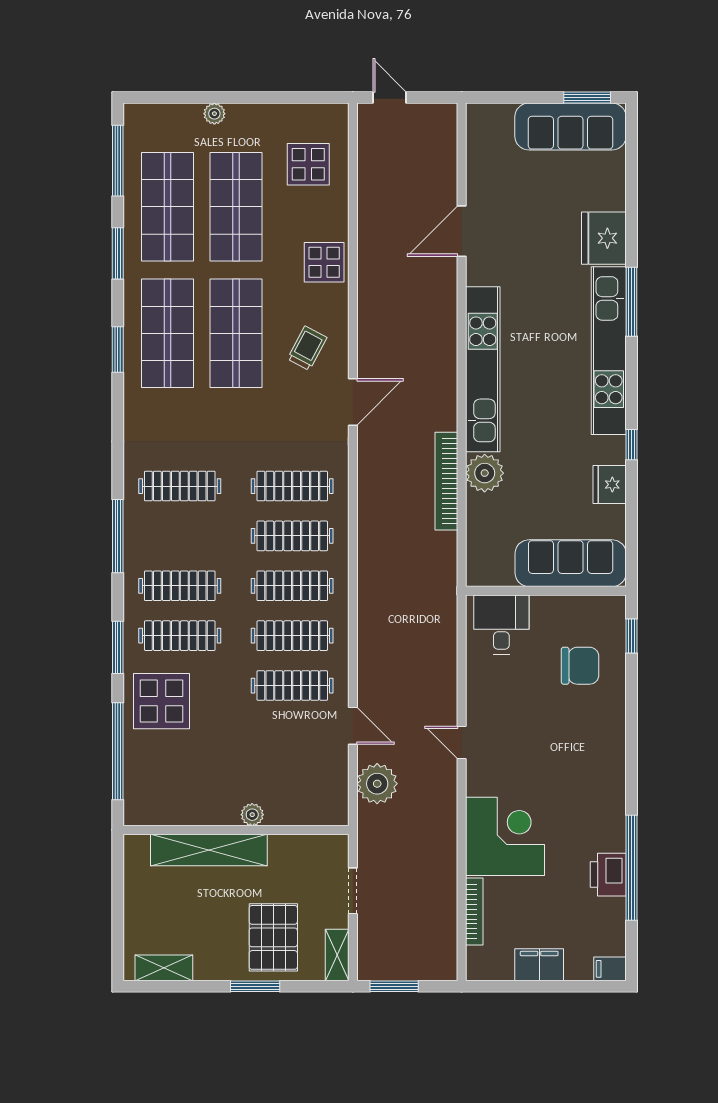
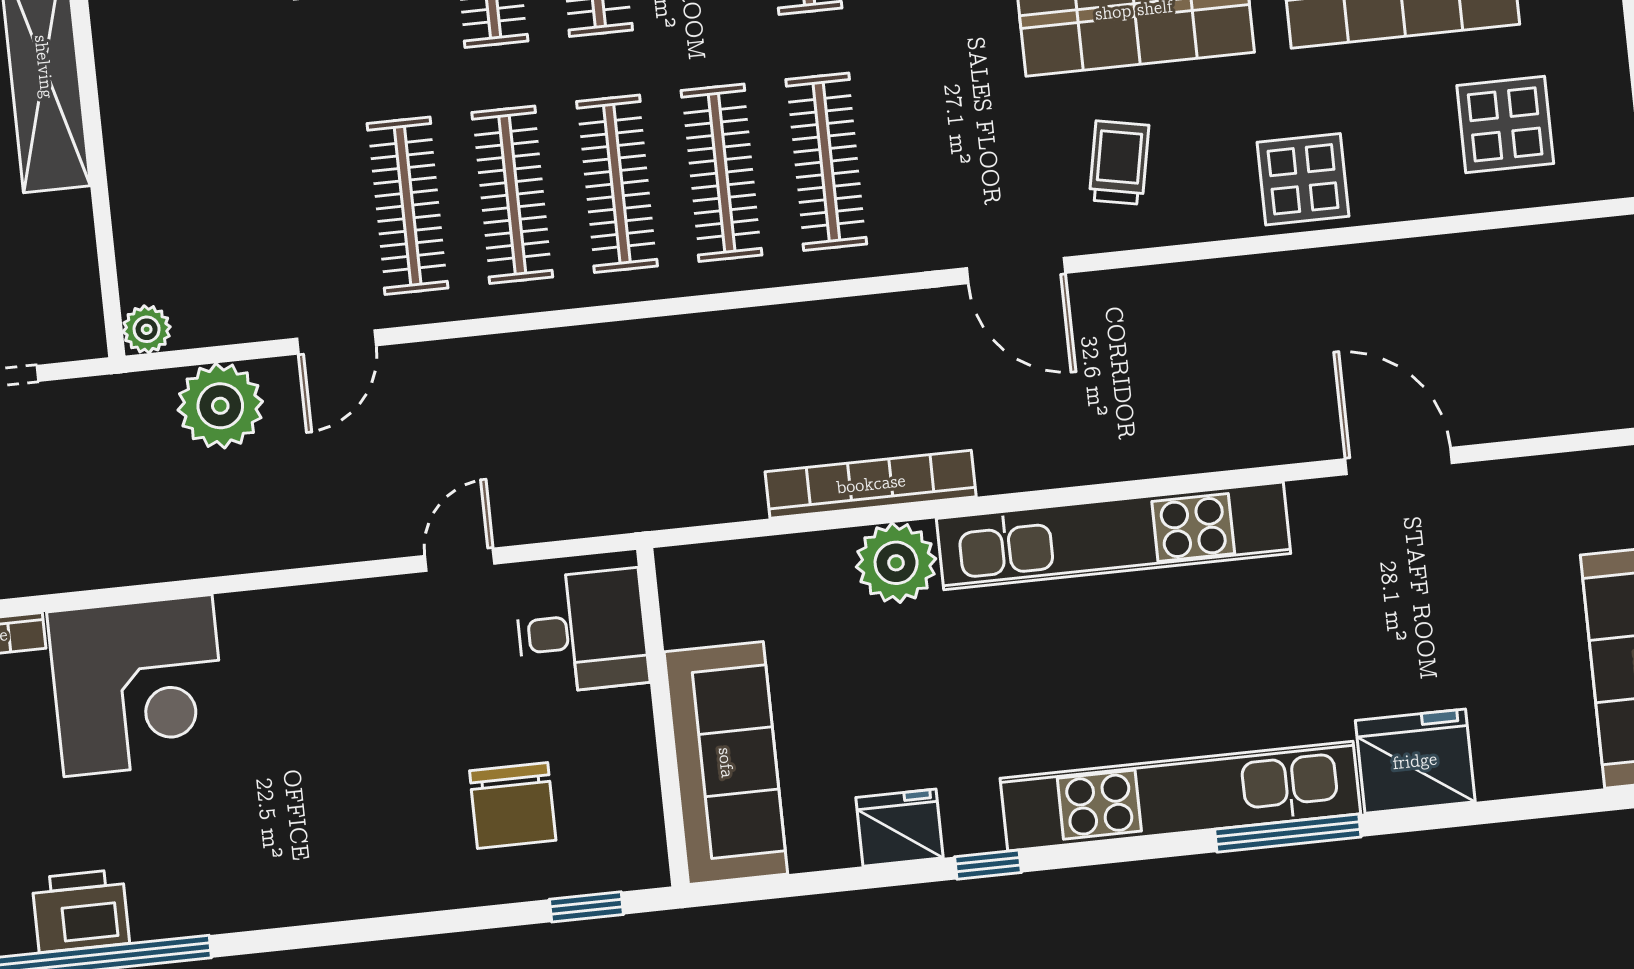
trolley: (307, 348) -> (1119, 163), turned -107
door: (462, 742) -> (460, 560), moved
plant: (252, 815) -> (147, 329), moved

